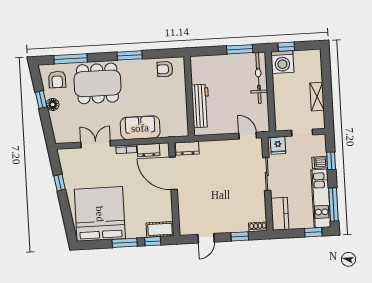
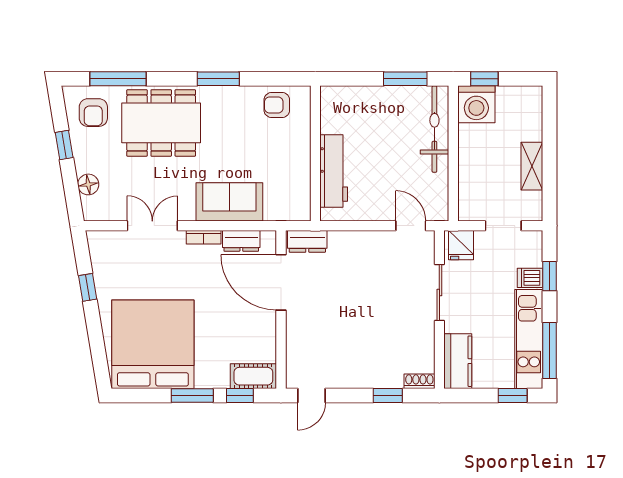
floor lamp: (53, 104) -> (88, 184), moved
door: (206, 238) -> (312, 396), moved

